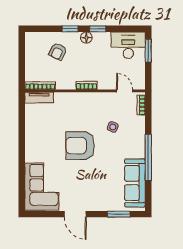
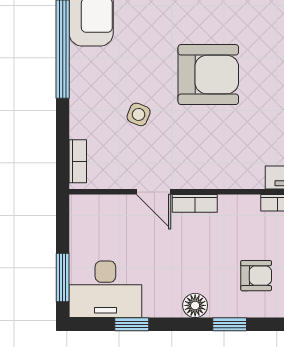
window: (98, 29) -> (132, 324), moved
armchair: (58, 52) -> (256, 276), turned 64
door: (125, 91) -> (154, 192), moved

